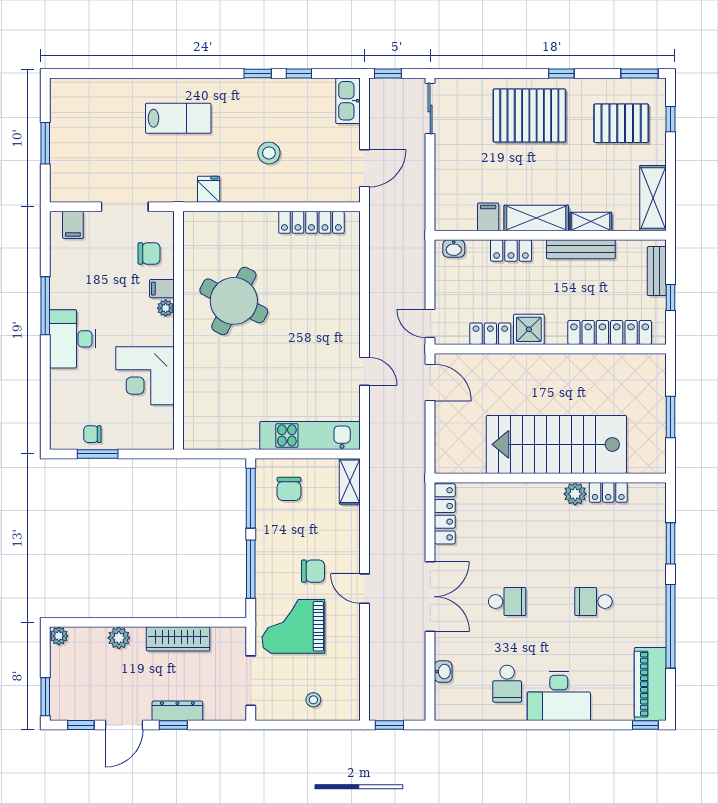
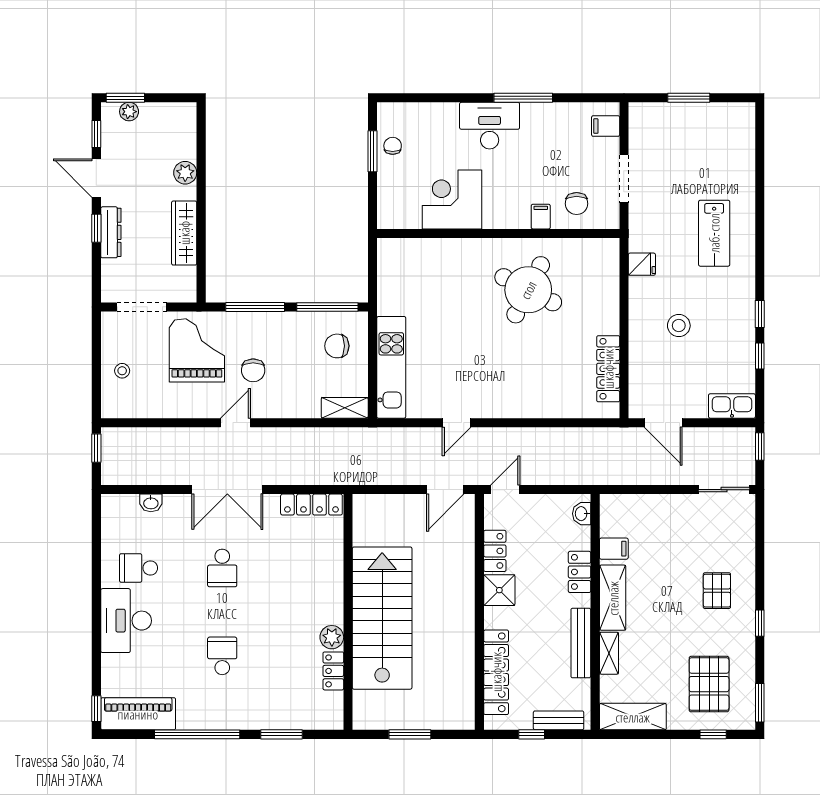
pallet: (529, 116) -> (717, 591), width x0.49, depth x0.50
plant: (166, 308) -> (521, 220), removed
plant: (59, 636) -> (129, 112), moved

